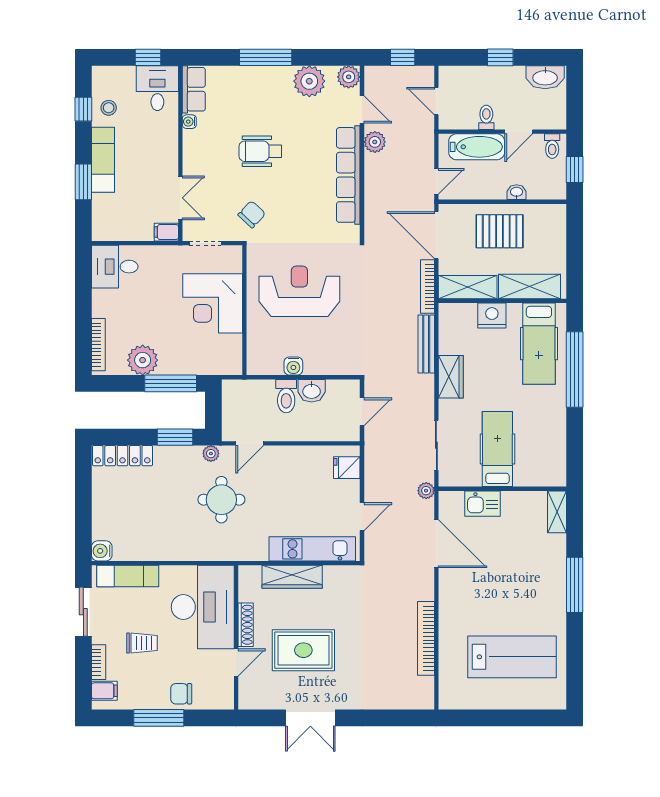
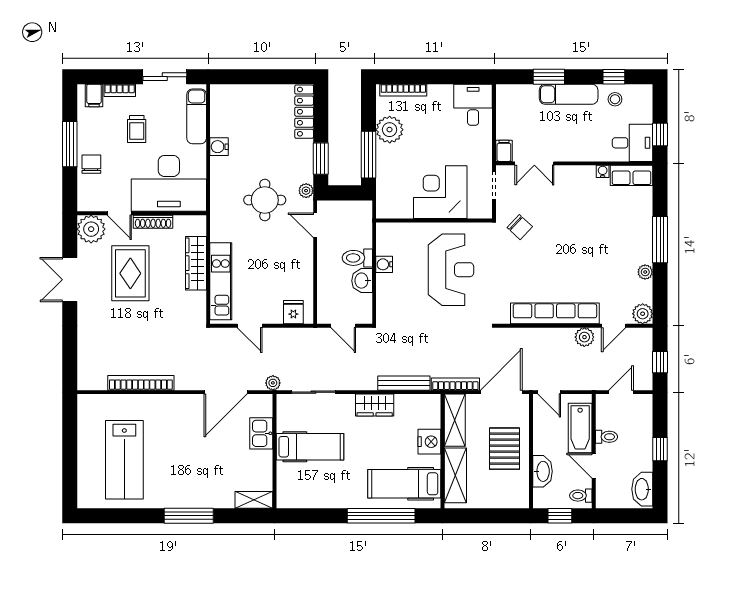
plant: (309, 81) -> (645, 272), width x0.53, depth x0.53
wheelchair: (260, 151) -> (576, 235), removed
washbasin: (517, 192) -> (543, 471), width x1.91, depth x1.45
water cooler: (102, 551) -> (219, 147), moved, turned -90
plant: (254, 694) -> (91, 229), added

